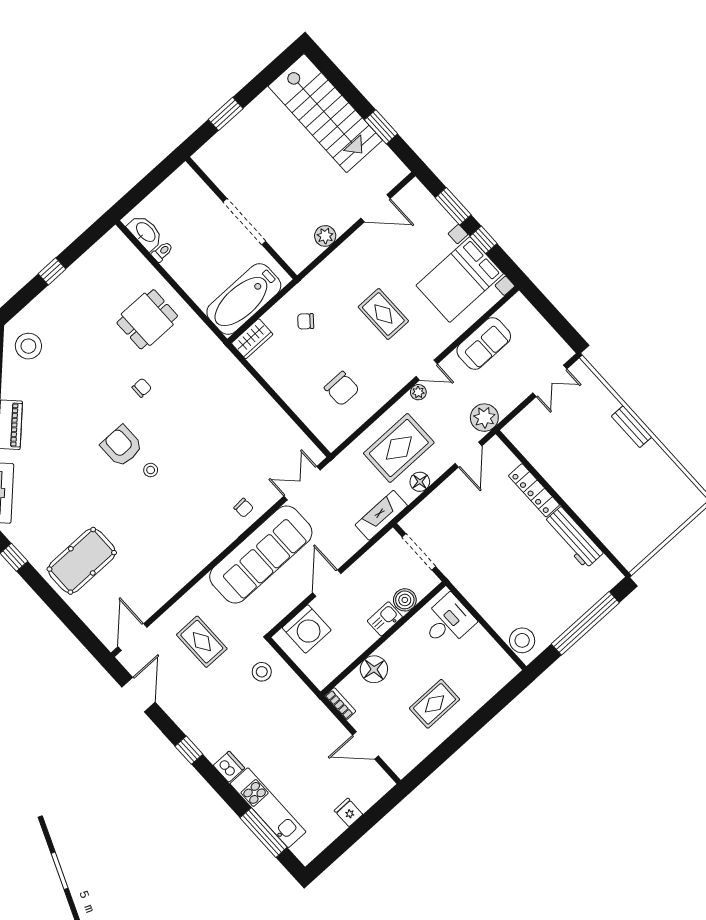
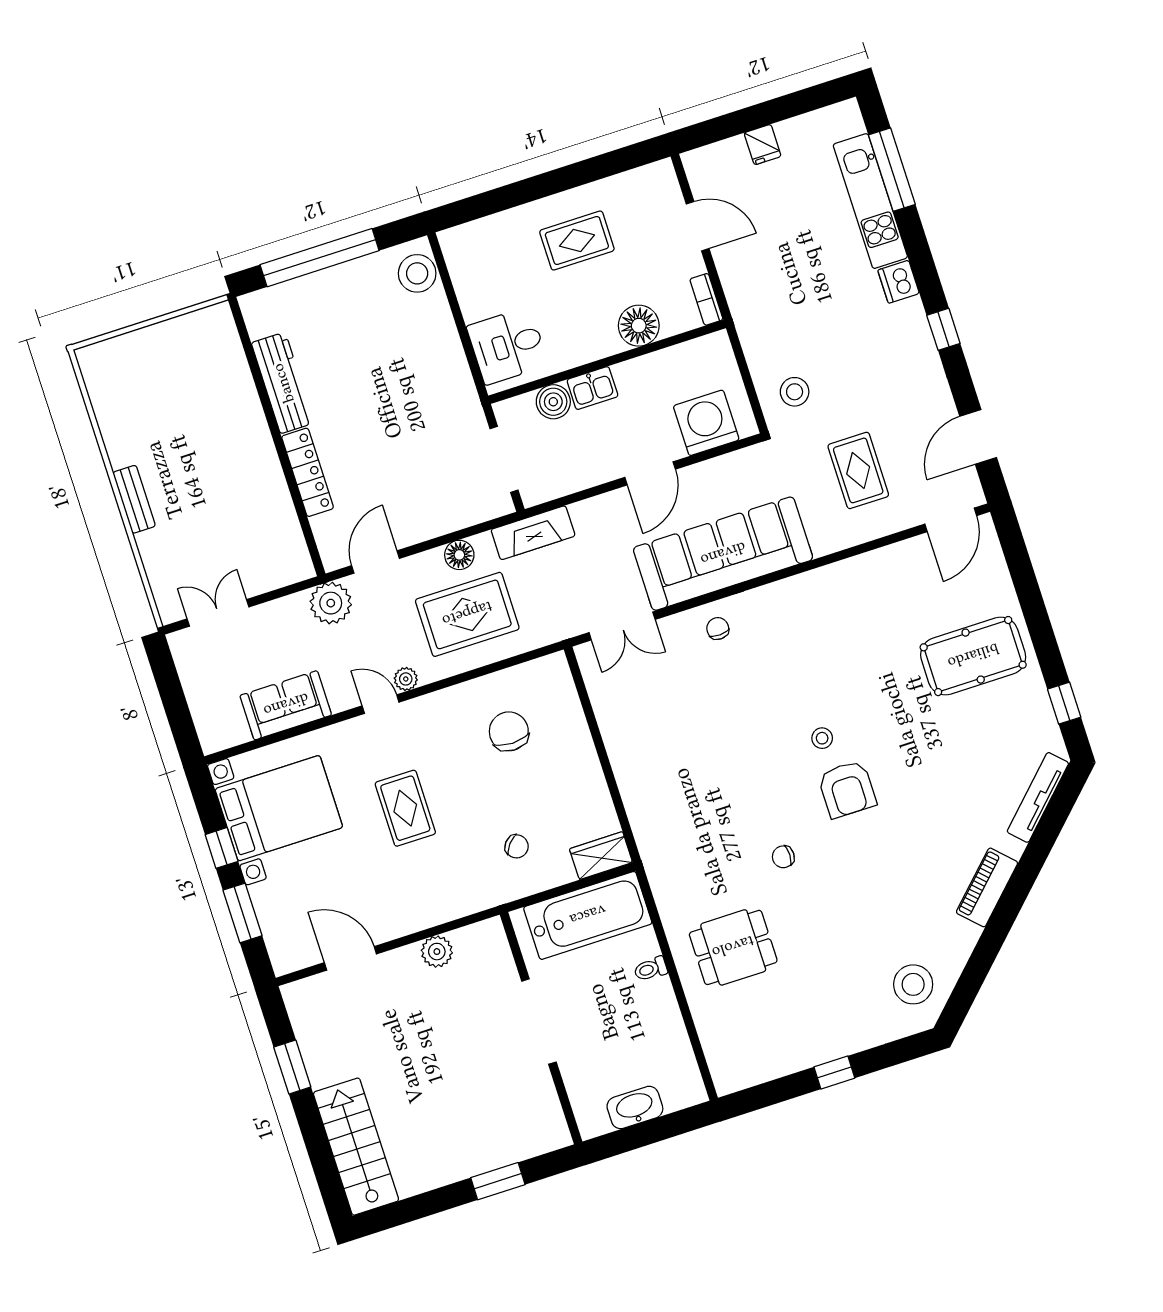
stairs: (325, 113) -> (356, 1147), width x0.73, depth x0.66
washbasin: (145, 232) -> (635, 1108), moved, turned 90
toilet: (162, 252) -> (651, 969), moved

